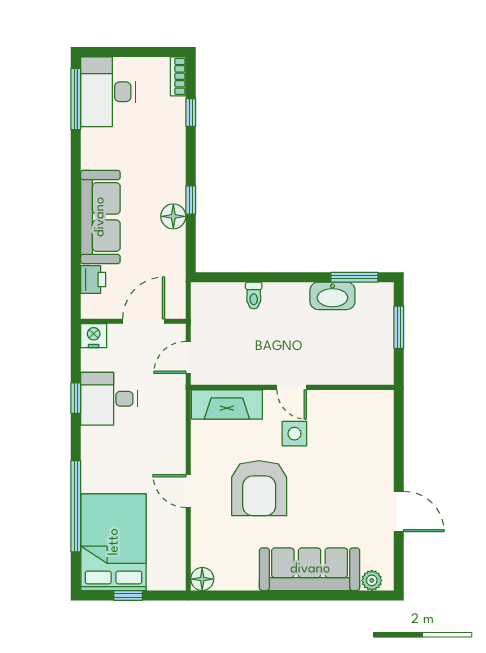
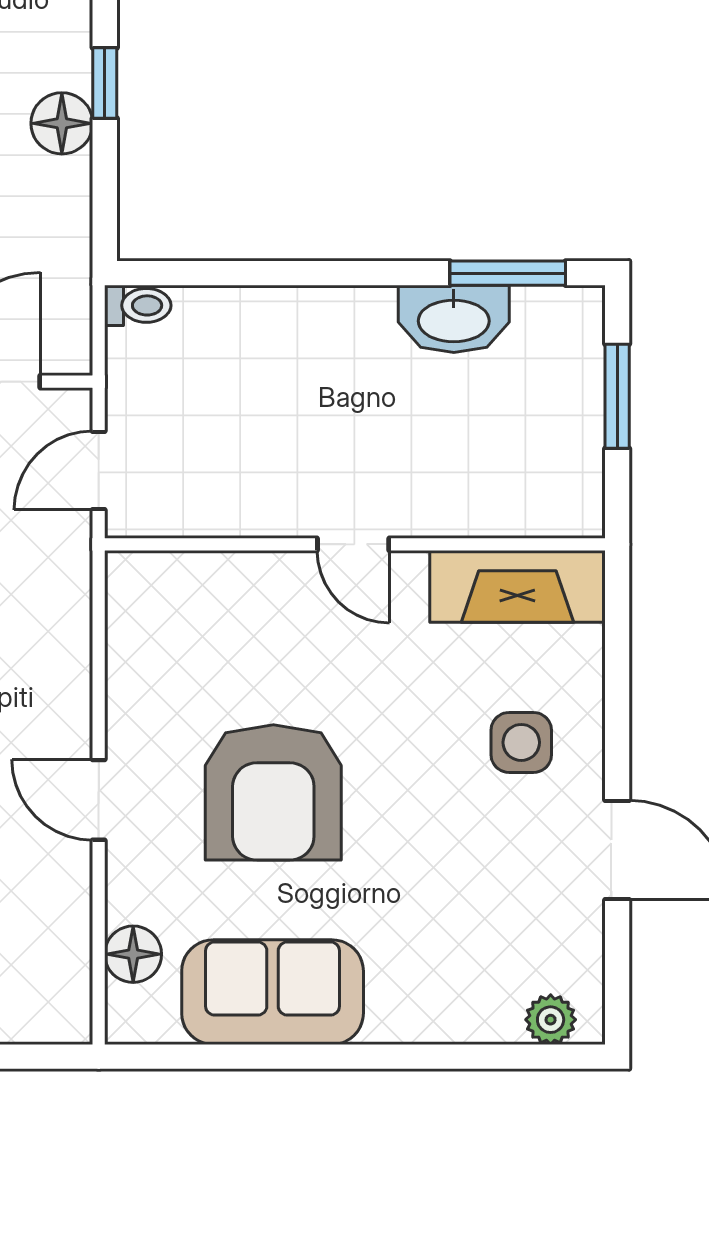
toilet: (254, 296) -> (138, 305), moved, turned -90
fireplace: (227, 404) -> (517, 586), moved
side table: (294, 434) -> (521, 742), moved
sofa: (310, 569) -> (273, 992), moved, width x0.73
floor lamp: (202, 579) -> (133, 954), moved

